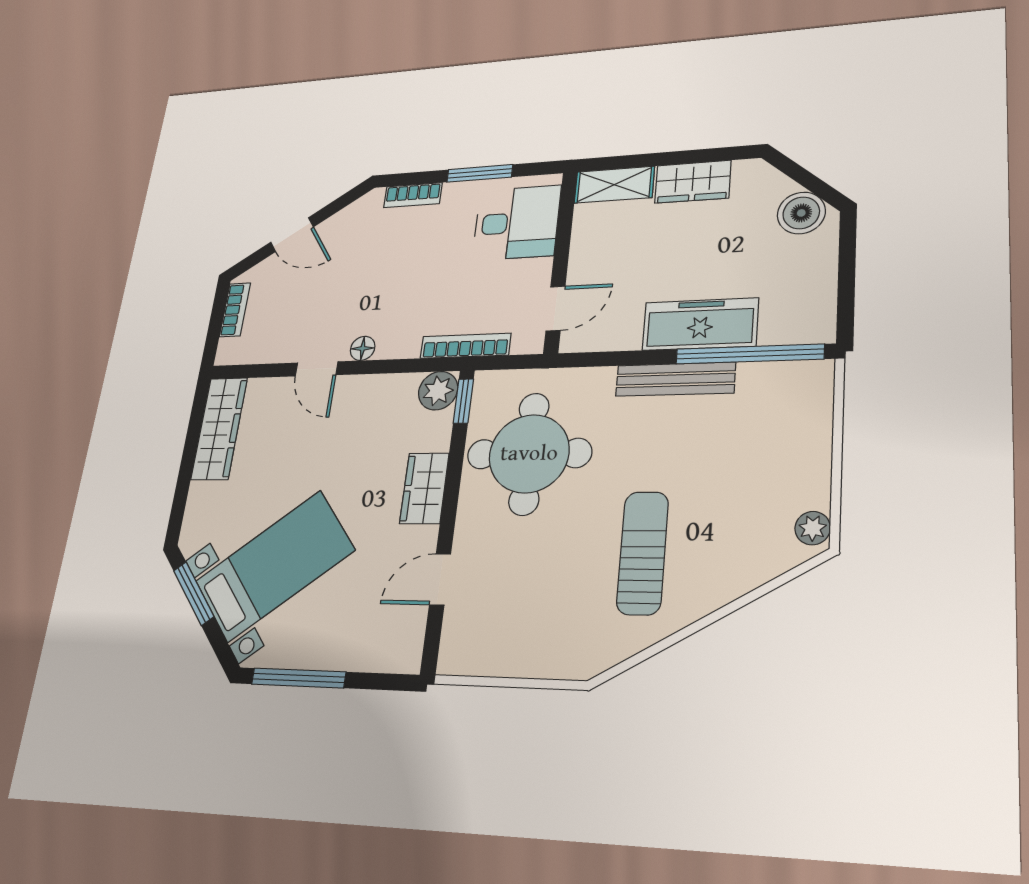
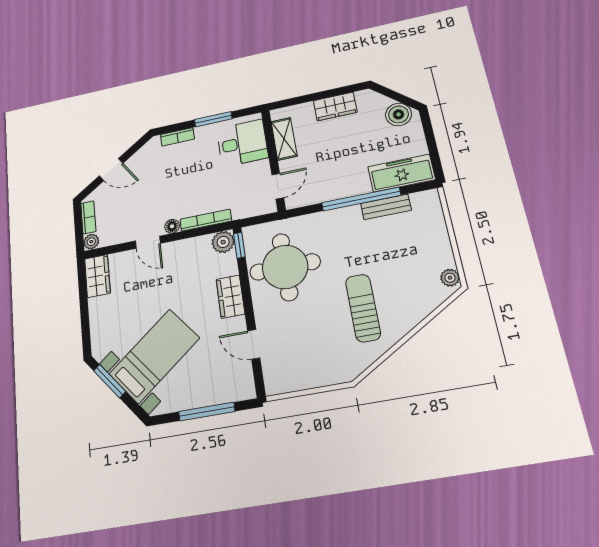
shelving: (614, 185) -> (284, 139), moved, turned 90
freezer: (700, 324) -> (401, 173), moved
bookcase: (465, 346) -> (206, 220), moved
plant: (229, 352) -> (91, 242), added
window: (749, 354) -> (361, 199), moved
bench: (675, 379) -> (386, 207), moved, width x0.73
wardrobe: (219, 428) -> (97, 276), width x0.67
door: (440, 579) -> (254, 344), hinge flipped
window: (298, 678) -> (207, 411), moved

